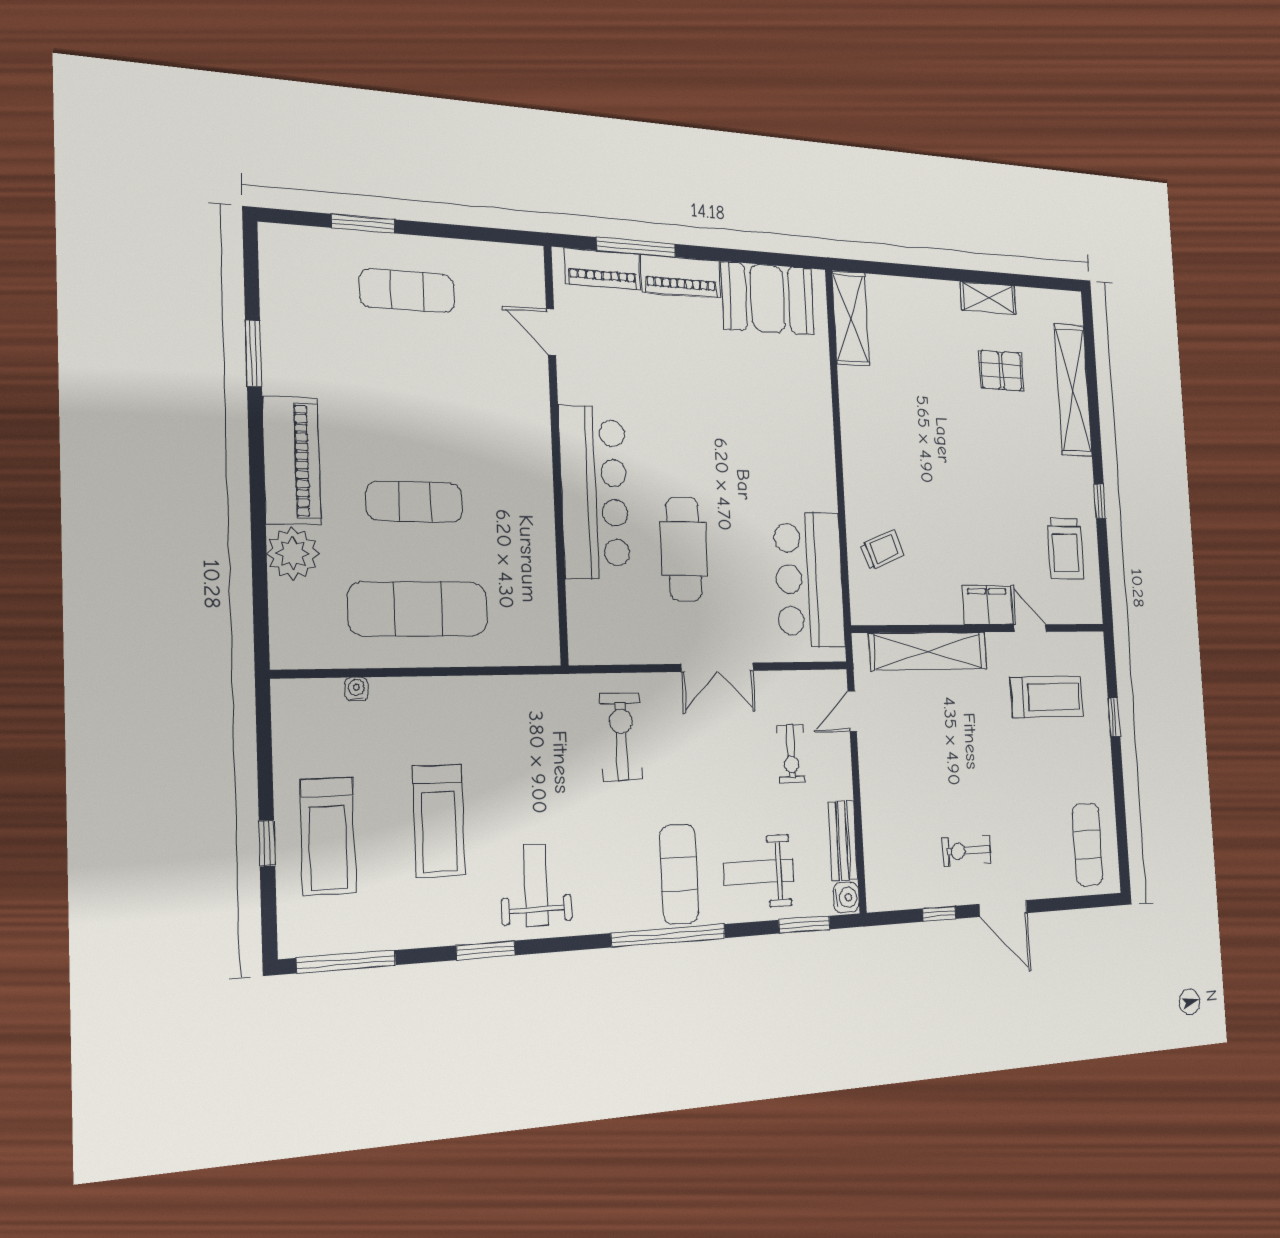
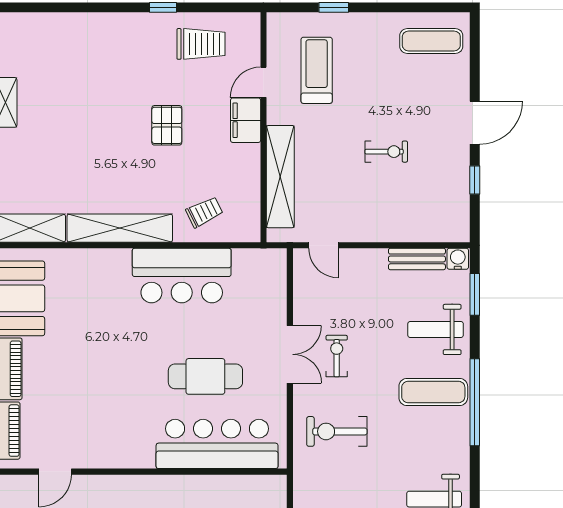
pallet: (1001, 371) -> (167, 125), moved
shelving: (1073, 390) -> (120, 228), moved
bar counter: (594, 492) -> (217, 444), moved
trolley: (882, 550) -> (204, 212), turned 86
bar counter: (809, 579) -> (182, 276), moved
exercise bike: (791, 754) -> (337, 356), moved, turned -90
exercise bike: (967, 851) -> (386, 152), moved, turned -90
weight bench: (759, 872) -> (436, 329), turned 90

